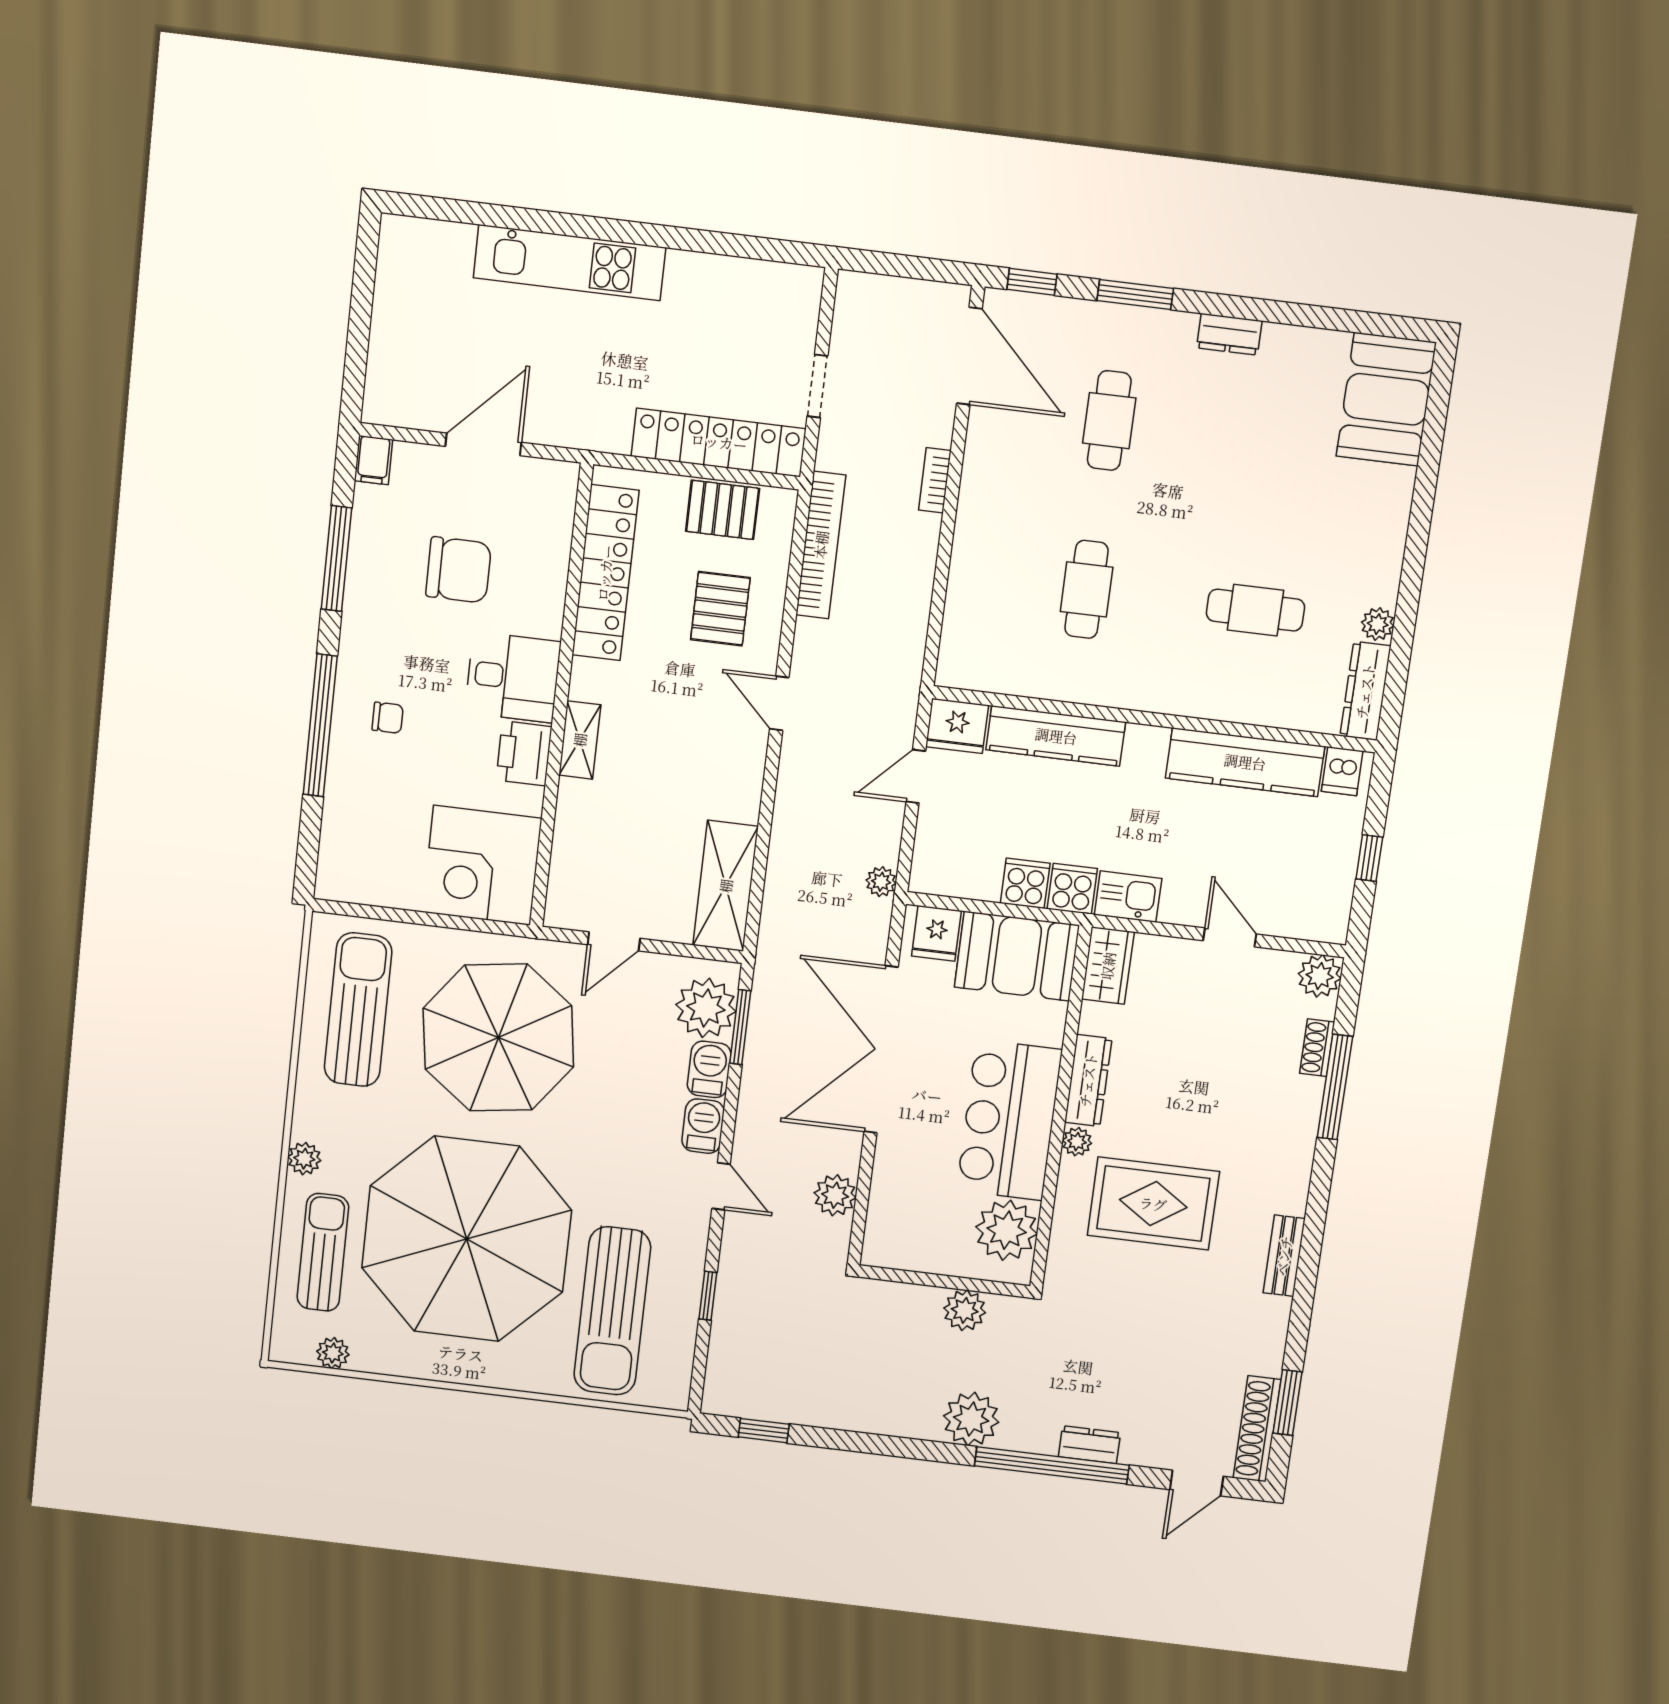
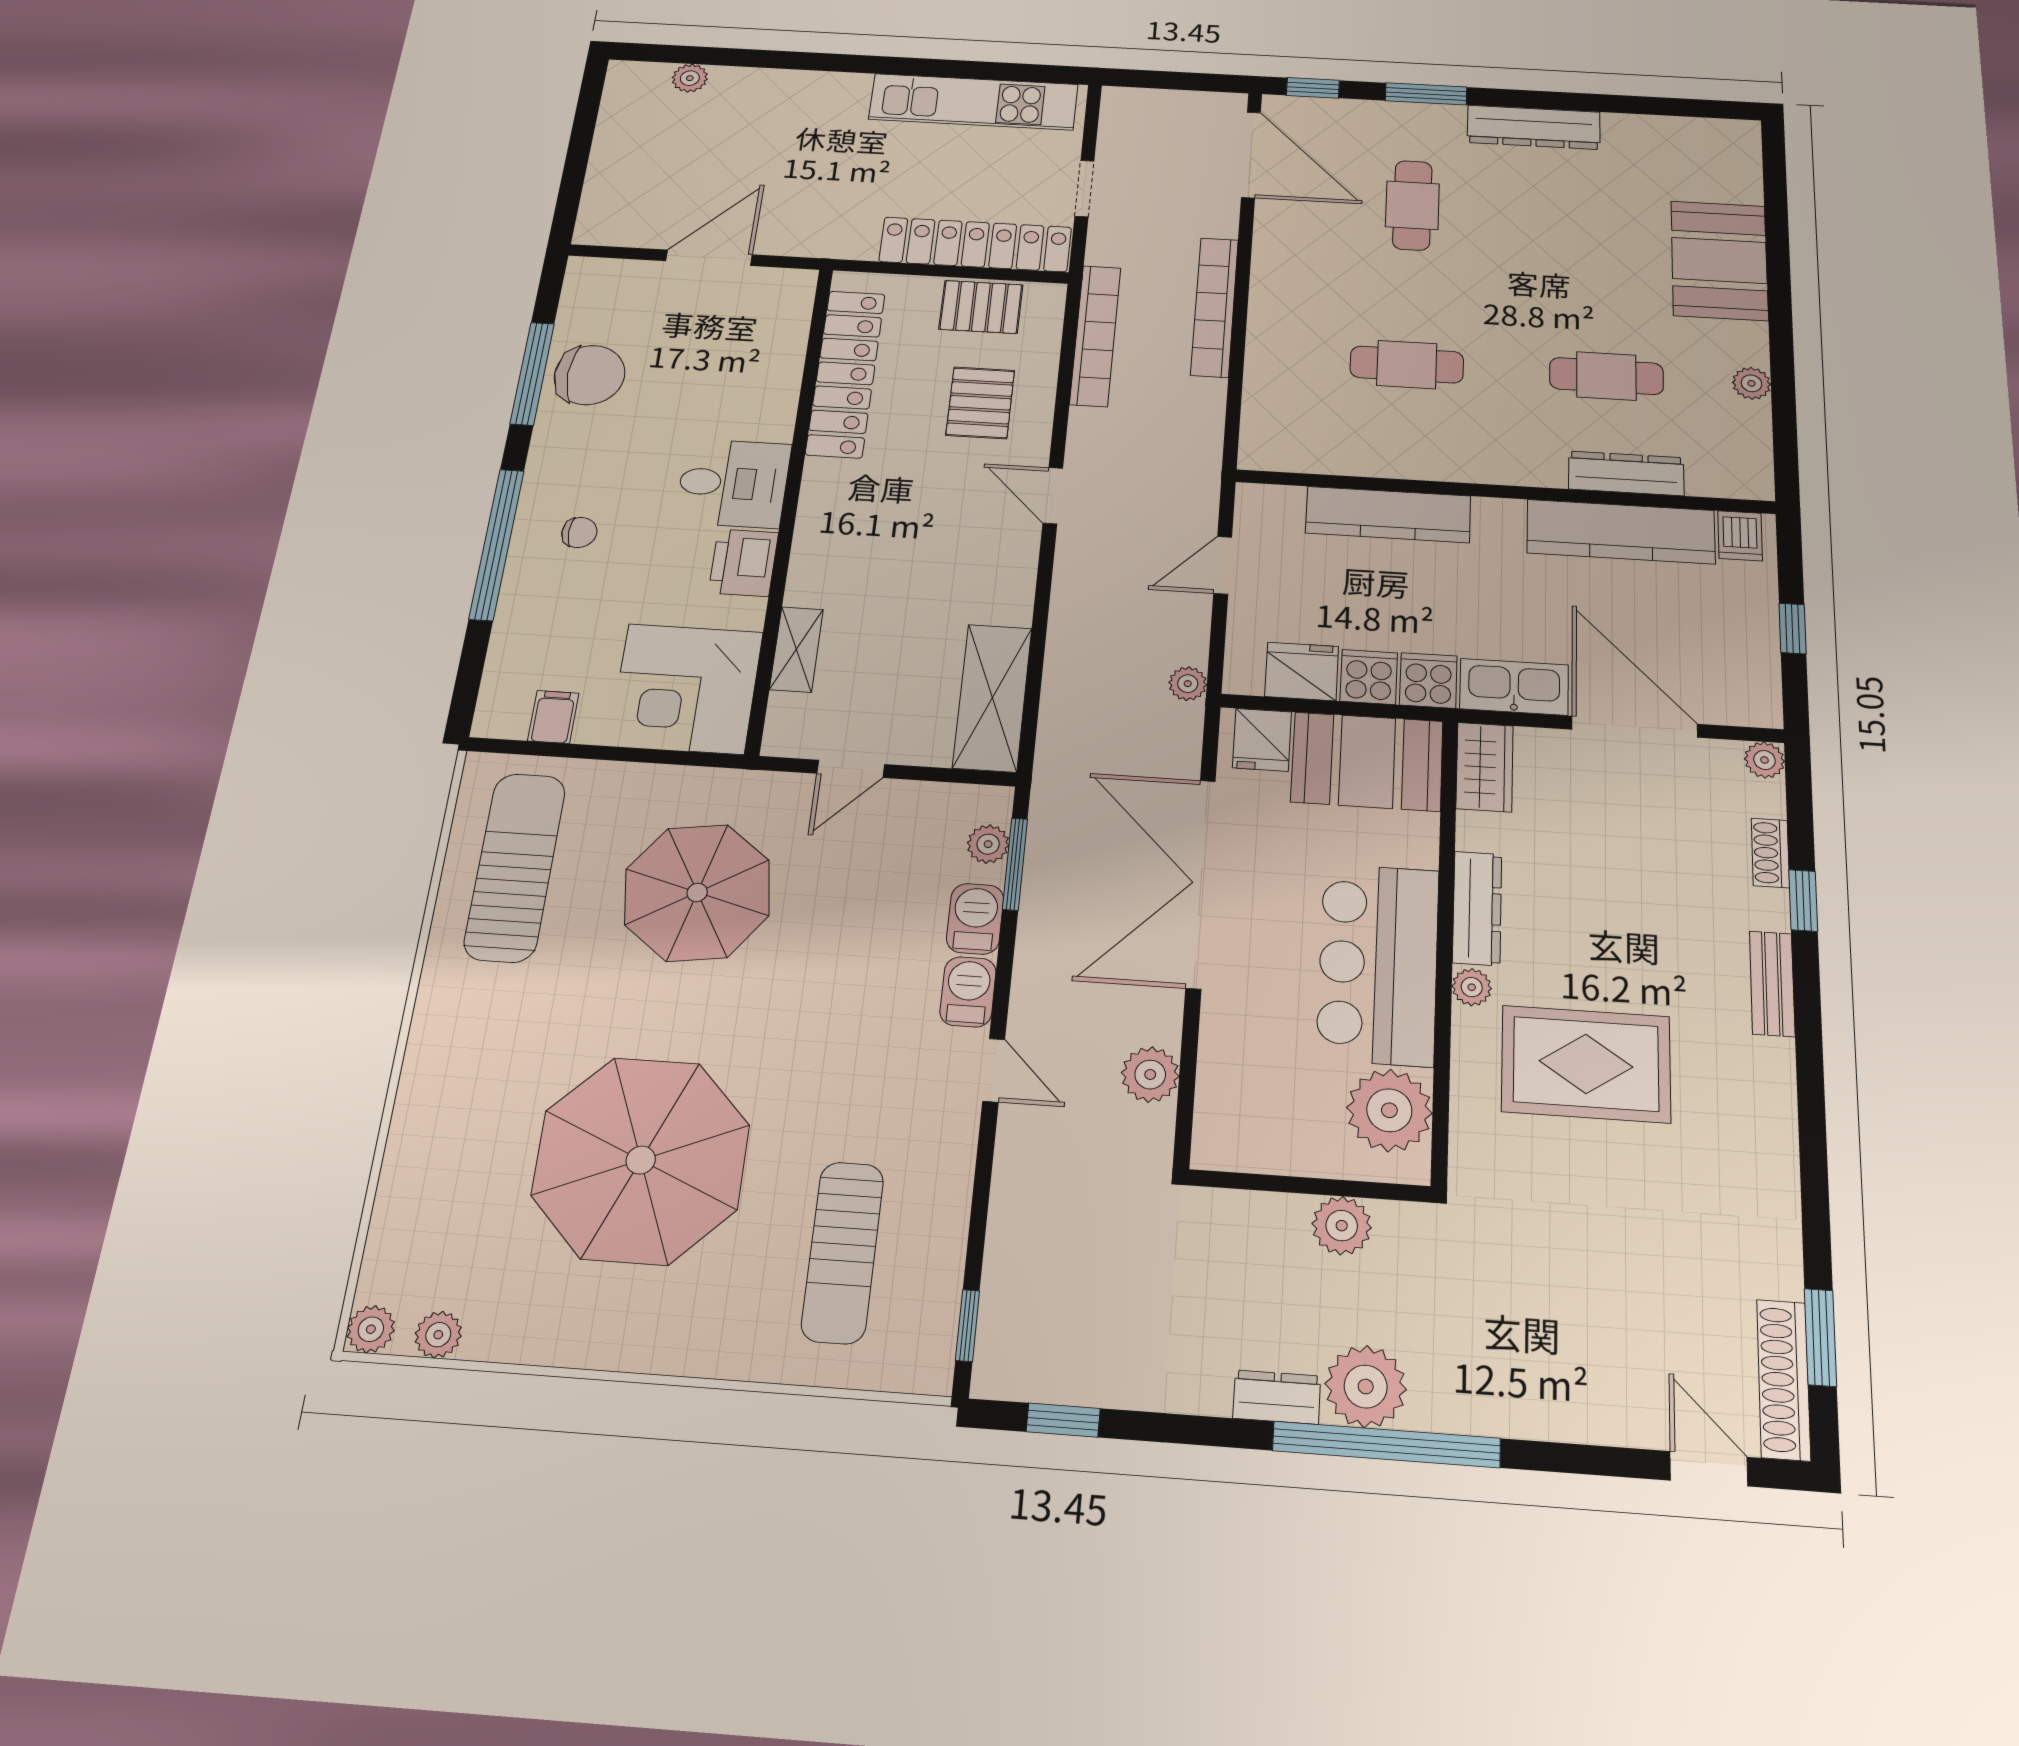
plant: (457, 239) -> (690, 78), added
kitchen unit: (570, 263) -> (973, 102), moved
dresser: (1229, 334) -> (1534, 127), width x1.96, depth x1.24
booth: (1386, 399) -> (1719, 260), moved
filing cabinet: (373, 460) -> (553, 717), moved, turned 180
bookcase: (935, 480) -> (1215, 307), width x2.31, depth x1.31
chair: (458, 570) -> (590, 375), moved
cafe table: (1086, 589) -> (1407, 365), turned 90
dresser: (1365, 691) -> (1626, 473), moved, turned 90
fridge: (957, 726) -> (1302, 671), moved, turned 180
shelving: (580, 740) -> (796, 649), moved
kitchen sink: (1128, 897) -> (1514, 687), width x1.38
door: (1230, 937) -> (1635, 727), width x1.87
plant: (1320, 976) -> (1765, 760), width x0.73, depth x0.73
plant: (706, 1008) -> (988, 844), width x0.53, depth x0.53
parasol: (498, 1038) -> (697, 892), width x0.73, depth x0.73
window: (1335, 1087) -> (1803, 901), width x0.46
plant: (304, 1159) -> (371, 1329), moved
parasol: (467, 1239) -> (641, 1160), width x0.73, depth x0.73
sun lounger: (323, 1252) -> (438, 1189), removed
bench: (1284, 1256) -> (1772, 984), moved
window: (708, 1296) -> (968, 1326), moved
sun lounger: (612, 1311) -> (843, 1252), width x0.73, depth x0.75
dresser: (1089, 1445) -> (1277, 1397), moved
window: (1052, 1465) -> (1387, 1444), moved
door: (1197, 1483) -> (1709, 1469), swing flipped

